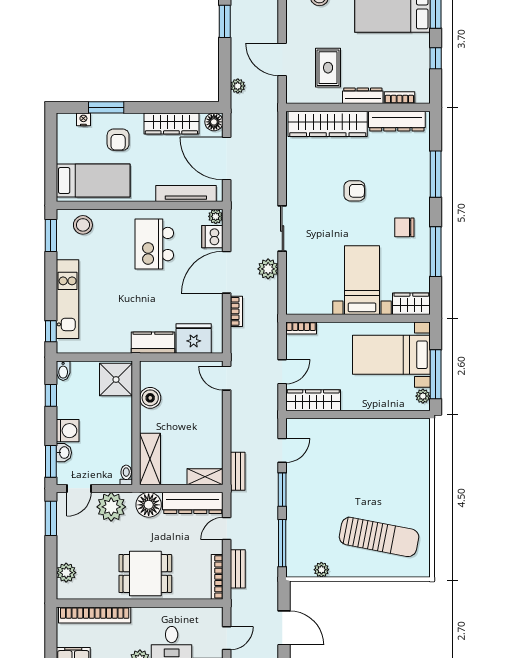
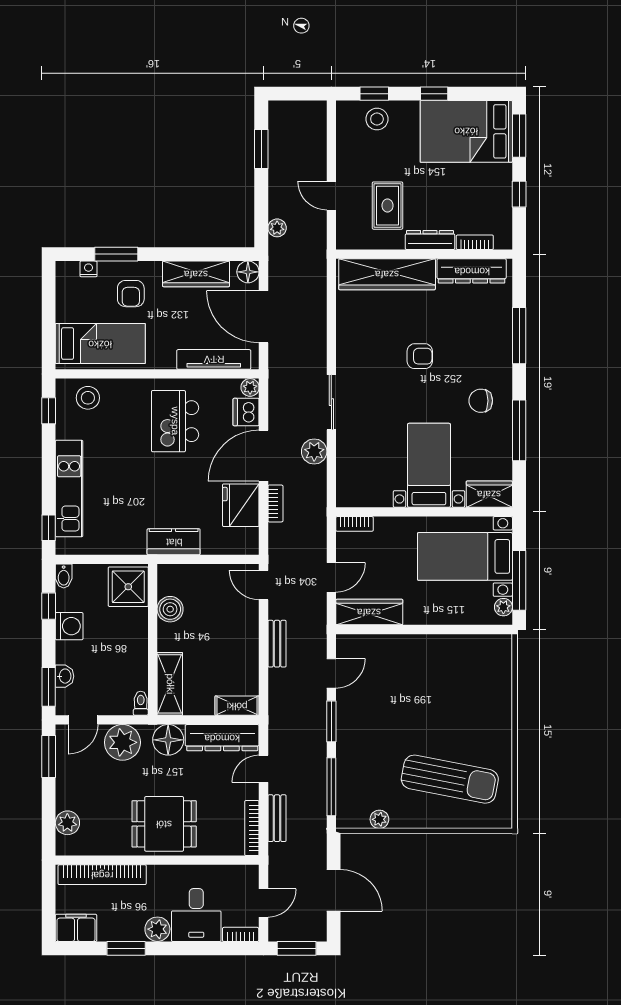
door: (282, 59) -> (331, 196), width x0.73
window: (51, 235) -> (49, 411), width x0.67
fridge: (194, 339) -> (241, 505), moved, turned -90
washing machine: (68, 431) -> (69, 626), moved
bench: (238, 471) -> (277, 644), moved

